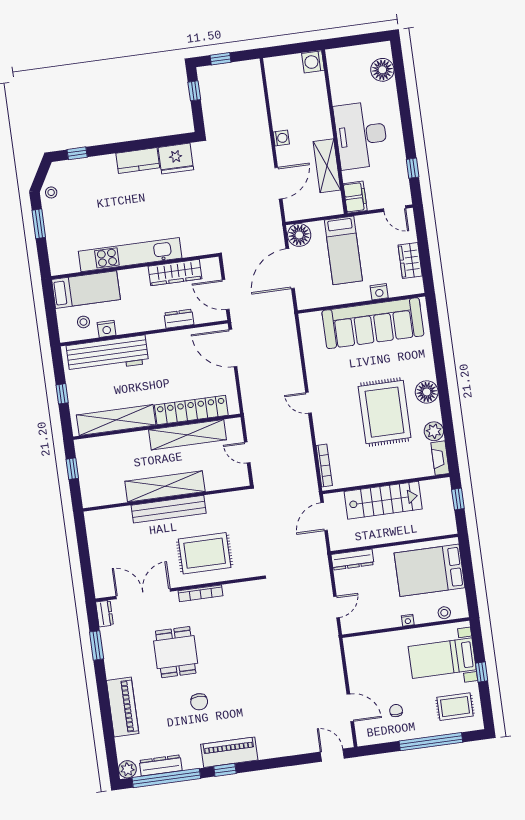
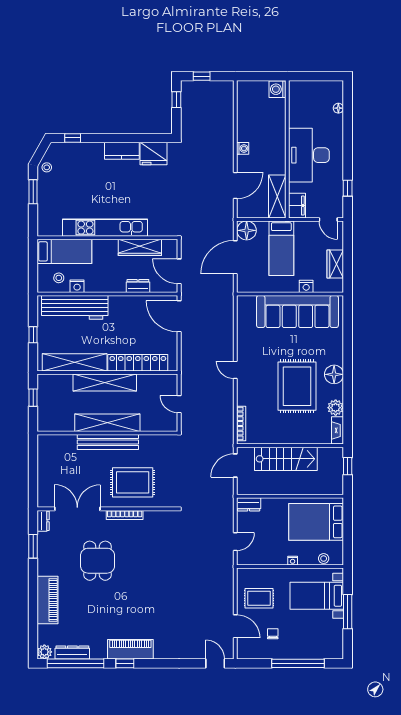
floor lamp: (382, 70) -> (338, 108), width x0.53, depth x0.53
shelving: (327, 166) -> (277, 196), moved
shelving: (187, 435) -> (105, 383), moved
dresser: (352, 560) -> (249, 504), width x0.70
window: (482, 672) -> (348, 612), width x2.17
chair: (199, 702) -> (111, 604), removed
rug: (455, 707) -> (259, 598), moved

